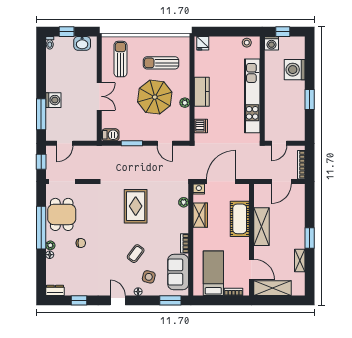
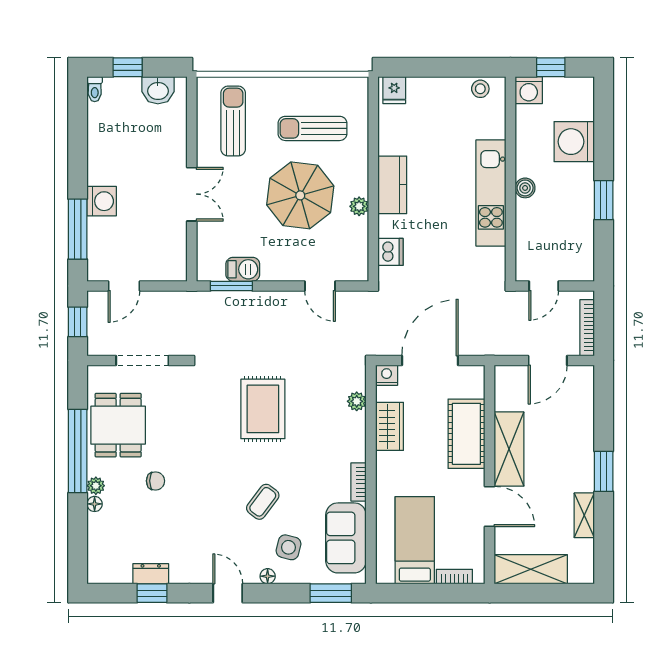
boiler: (270, 93) -> (525, 188), added
kitchen unit: (252, 96) -> (491, 193), width x0.73
barbecue: (110, 135) -> (243, 269), moved
window: (132, 143) -> (231, 286), moved
doorway: (62, 181) -> (142, 360), moved
door: (251, 270) -> (490, 507), moved
dresser: (55, 290) -> (151, 574), moved

